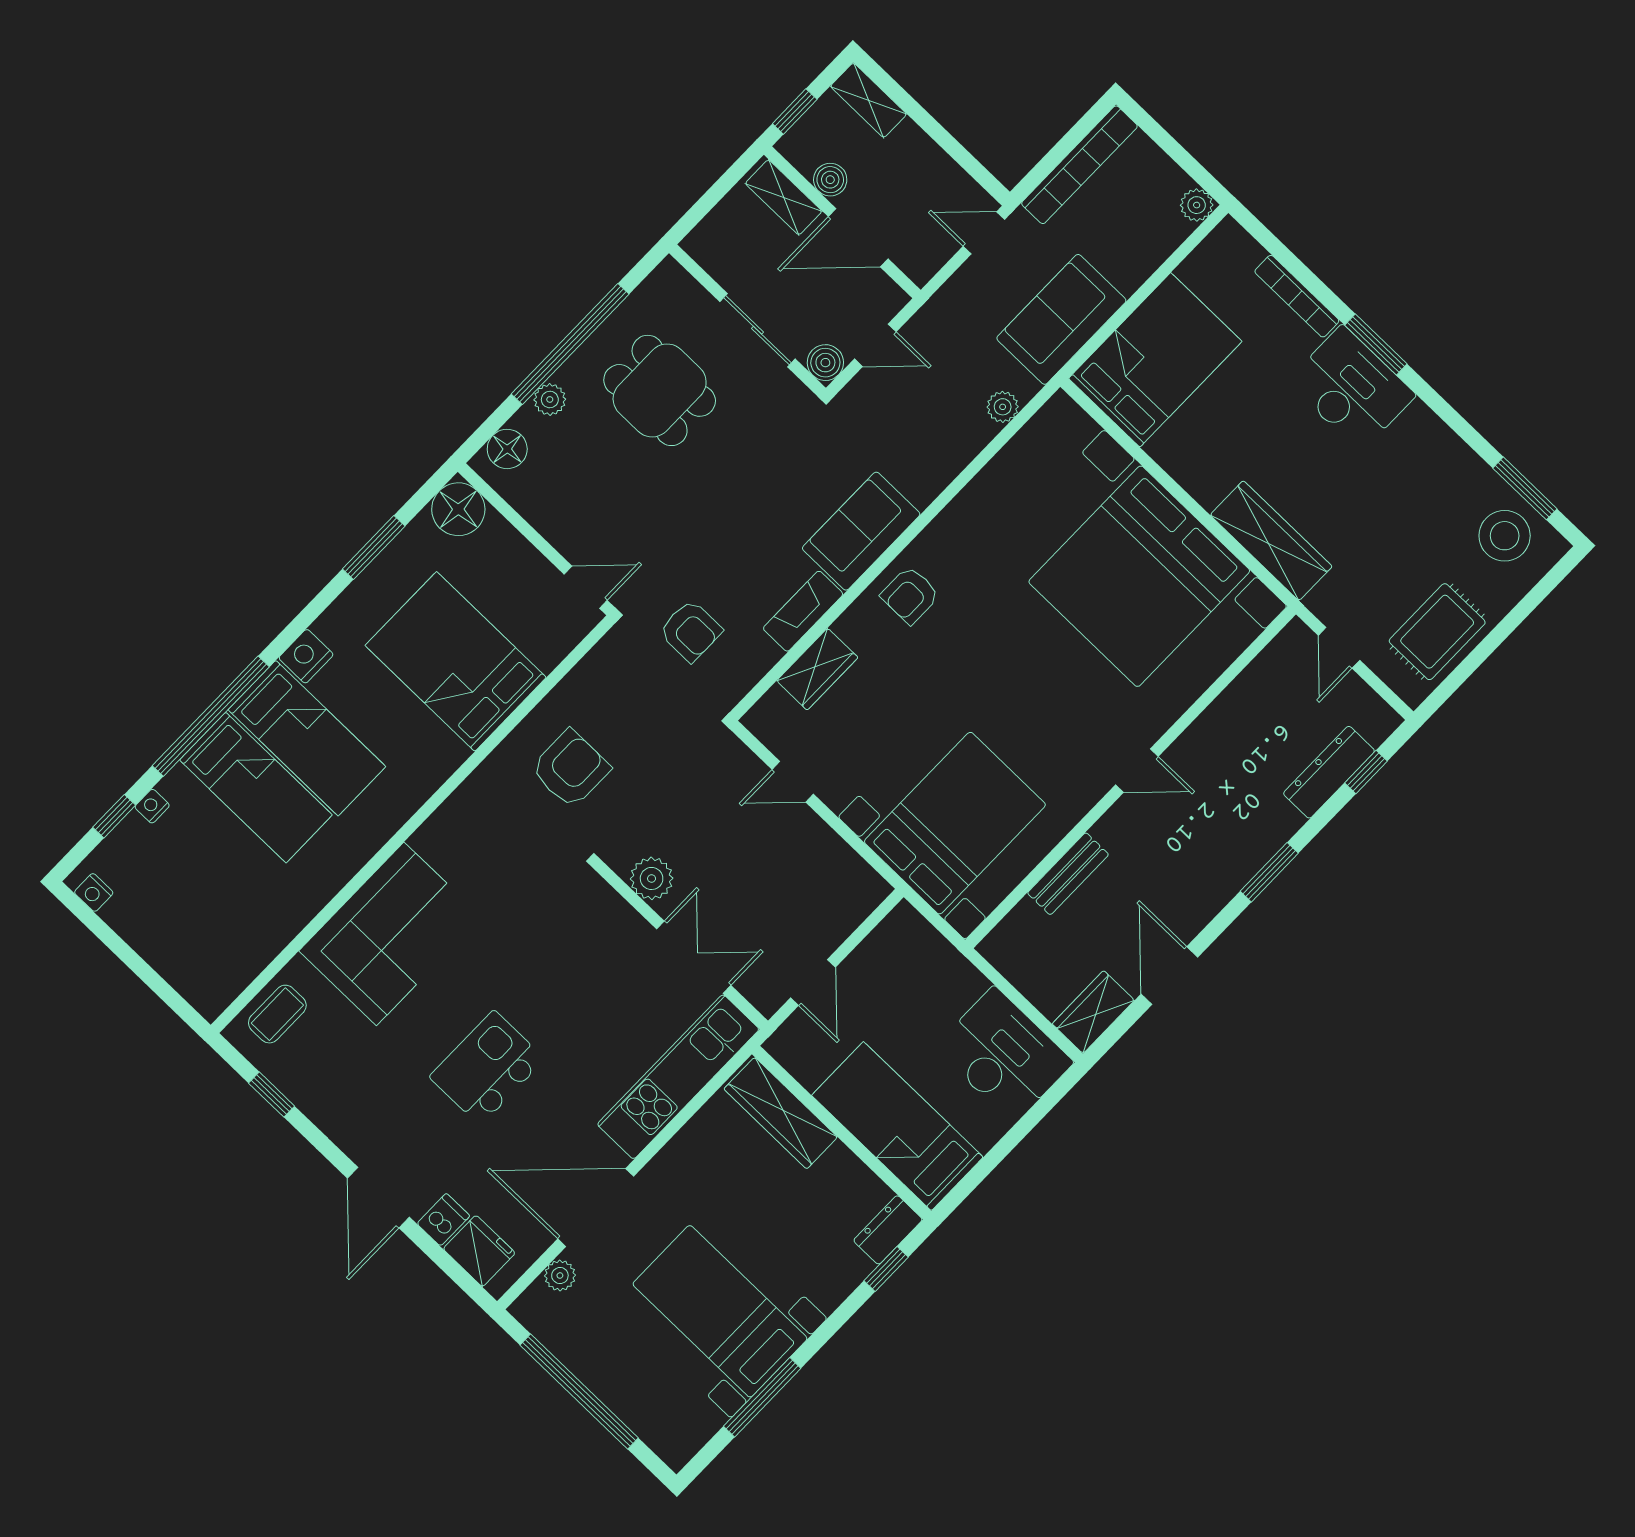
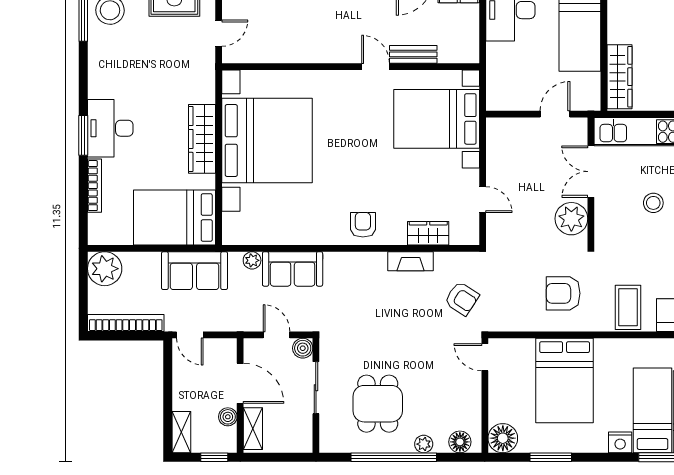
plant: (1197, 205) -> (105, 269), width x1.87, depth x1.87
sofa: (861, 531) -> (293, 269), moved
wardrobe: (1271, 541) -> (202, 139), moved
armchair: (910, 595) -> (363, 225), turned -90
armchair: (691, 631) -> (462, 299), turned 123
door: (1137, 771) -> (376, 67), moved
coffee table: (471, 835) -> (628, 307), added
plant: (652, 878) -> (571, 219), width x1.36, depth x1.36
stool: (575, 999) -> (653, 203), added

